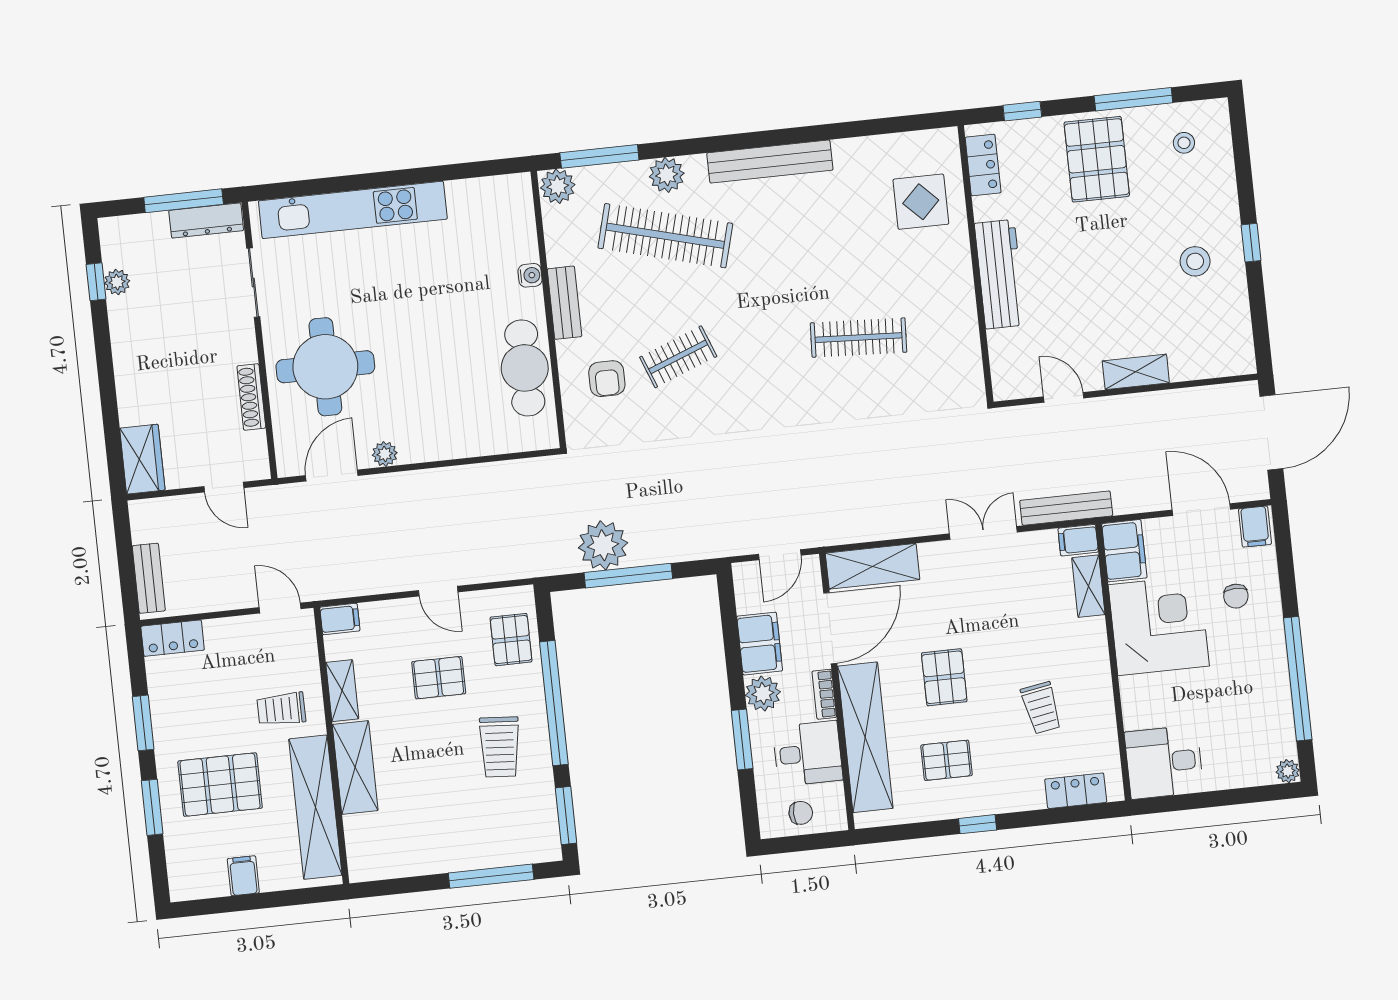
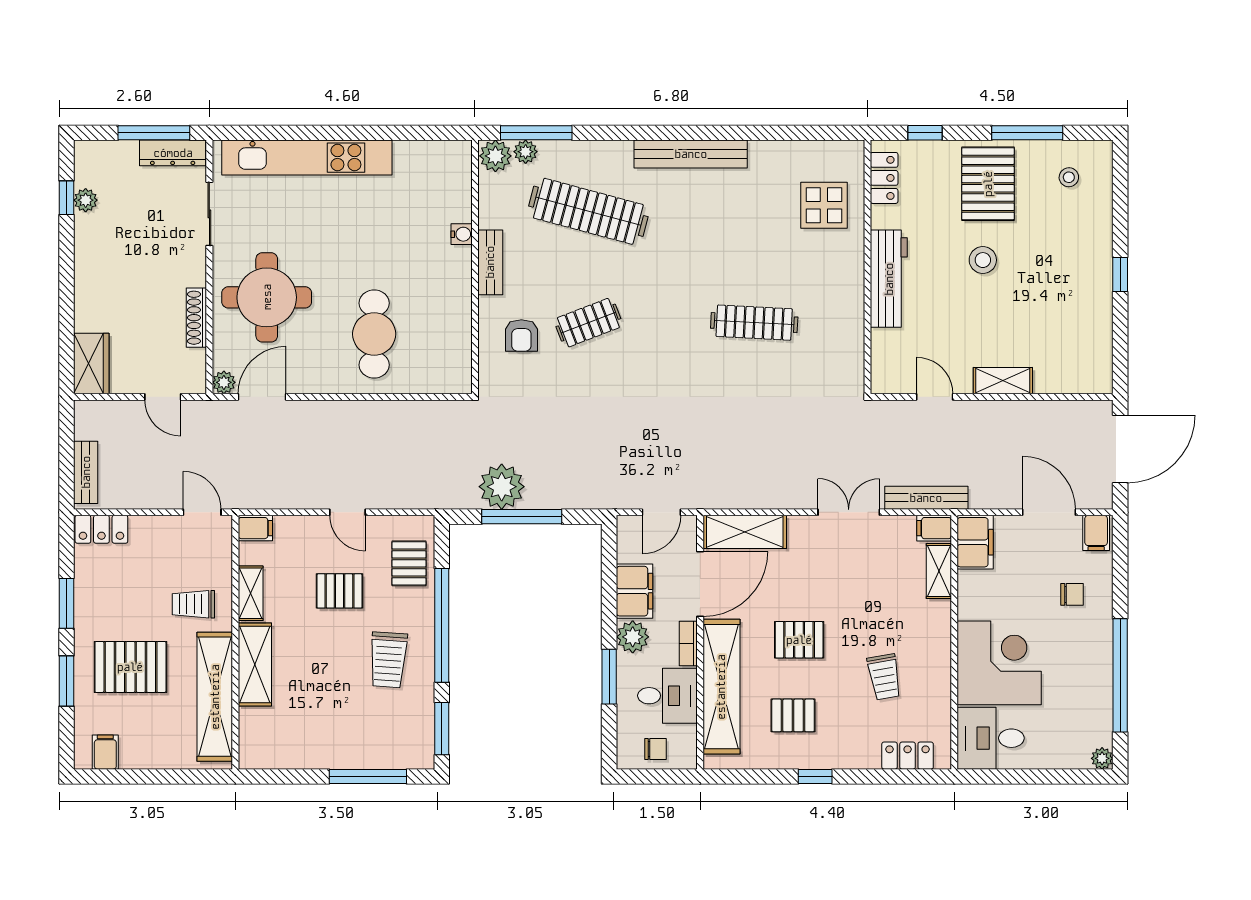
plant: (667, 175) -> (526, 152), moved, width x0.73, depth x0.73
stool: (1195, 261) -> (983, 260), moved
cafe table: (525, 368) -> (374, 334), moved
plant: (385, 454) -> (224, 382), moved
chair: (1236, 596) -> (1072, 594), turned -90
corner desk: (1159, 625) -> (999, 663), moved
pallet: (944, 677) -> (799, 640), turned 90
filing cabinet: (243, 876) -> (105, 752), moved

